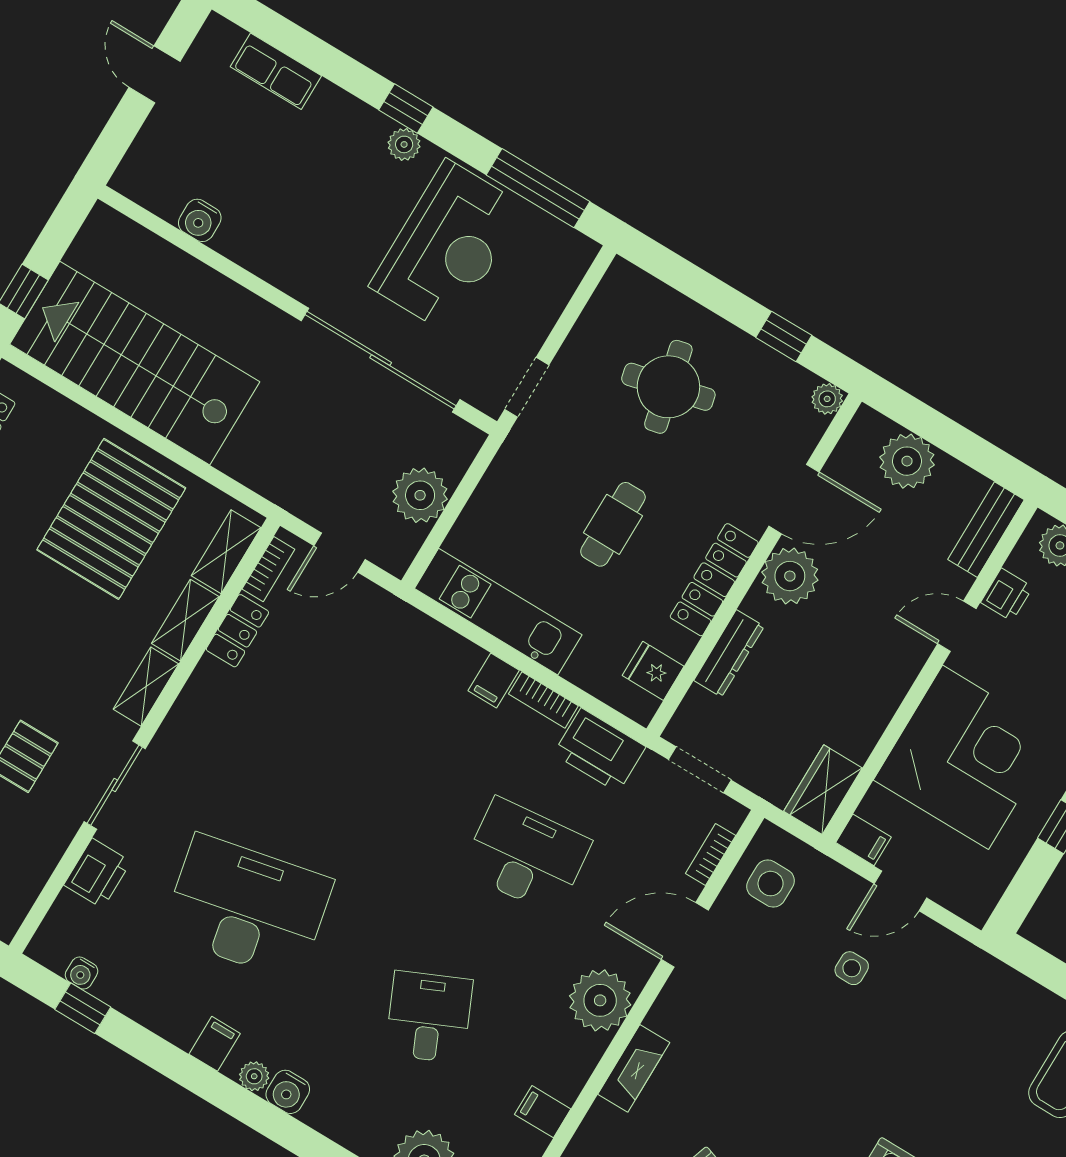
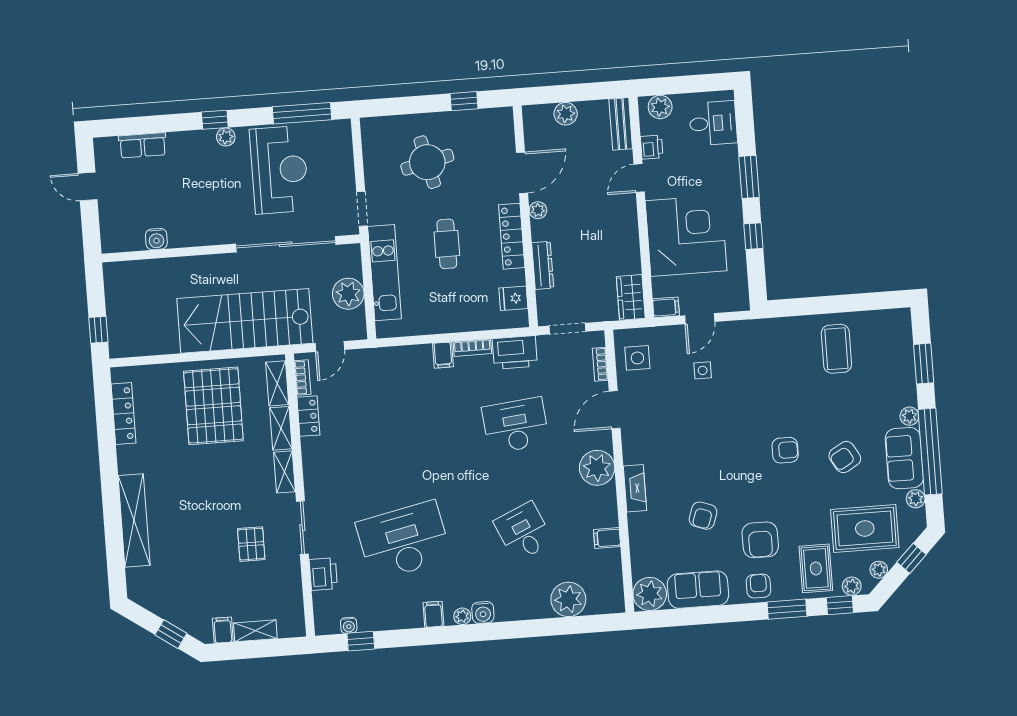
stairs: (135, 363) -> (245, 321), moved
plant: (827, 399) -> (505, 116), removed
plant: (907, 461) -> (566, 114), width x0.73, depth x0.73
plant: (790, 576) -> (538, 210), width x0.53, depth x0.53
kitchen unit: (498, 612) -> (385, 273), moved, turned 90

